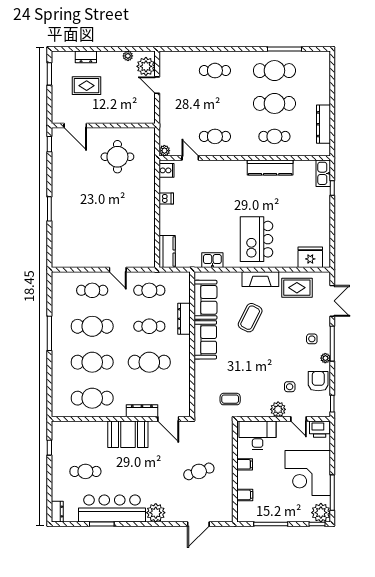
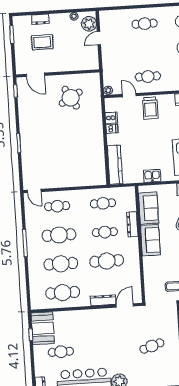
door: (157, 85) -> (99, 38), hinge flipped
round table: (117, 157) -> (71, 98), turned -30
cooker: (166, 170) -> (111, 118), moved
trolley: (215, 176) -> (150, 108), added
kitchen counter: (167, 251) -> (115, 165), width x1.50
door: (118, 270) -> (34, 191), moved
door: (168, 419) -> (125, 305), swing flipped
booth: (128, 434) -> (43, 328), moved, turned 90

